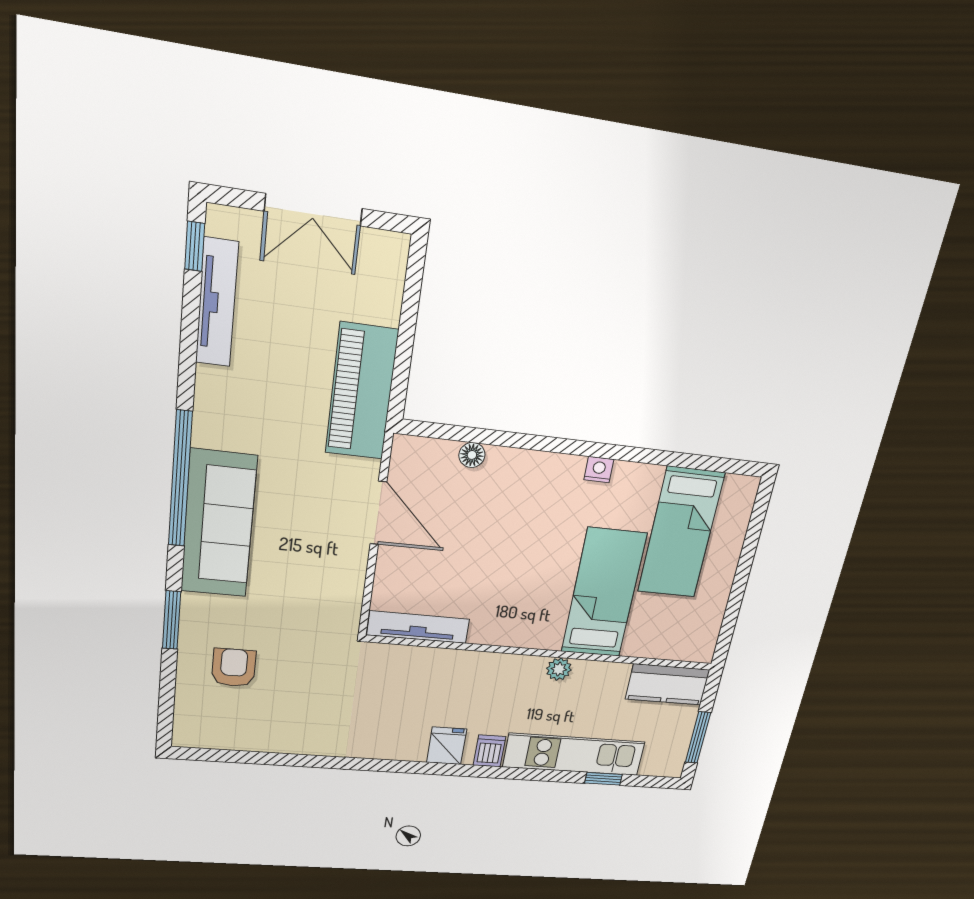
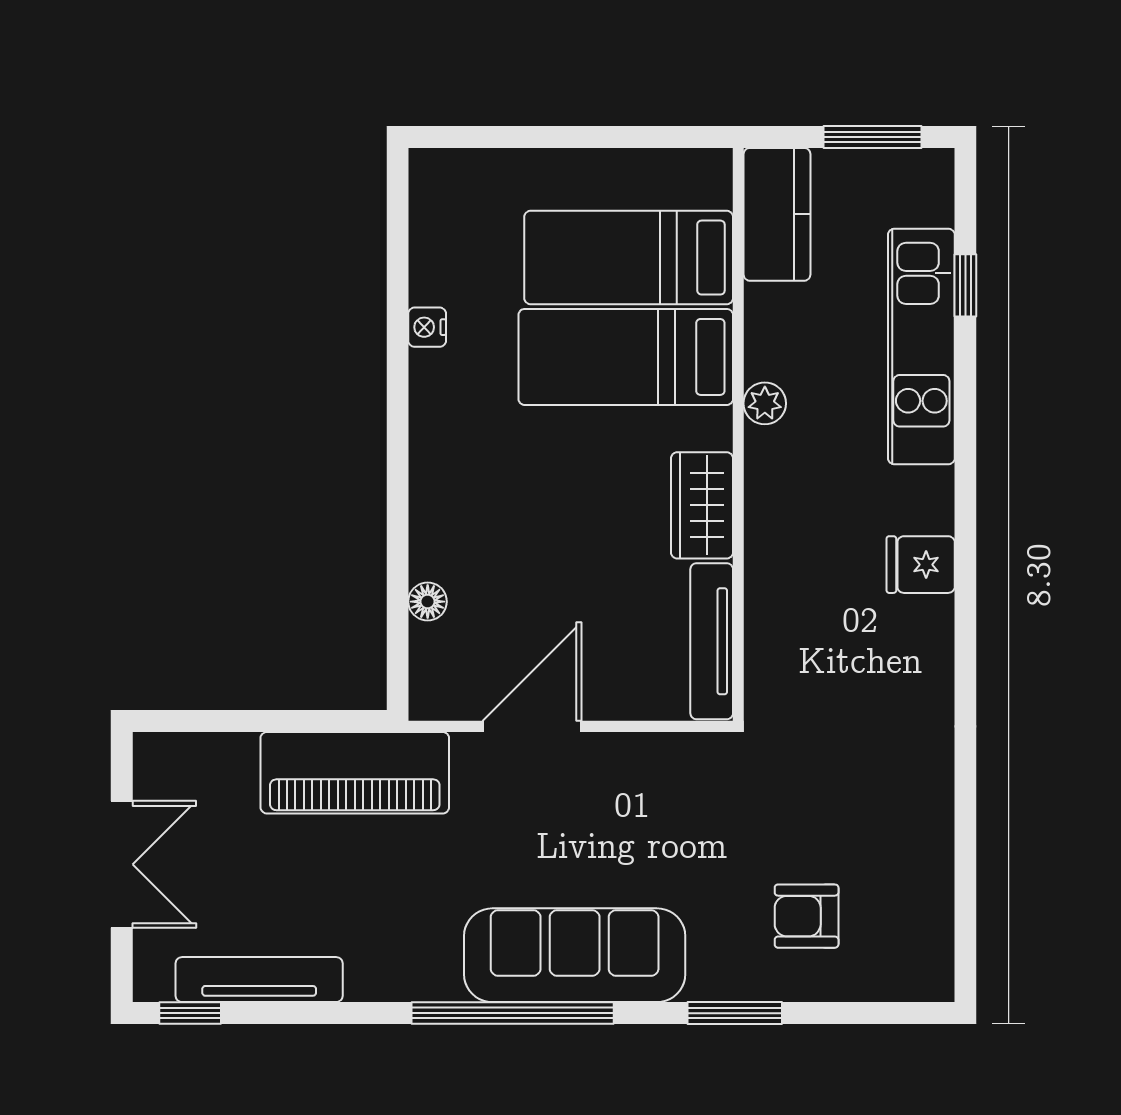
nightstand: (599, 470) -> (427, 327), moved
bed: (681, 533) -> (629, 258), moved, turned 180
wardrobe: (504, 629) -> (702, 505), added
dishwasher: (489, 751) -> (925, 492), removed

